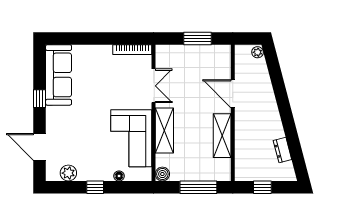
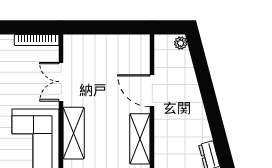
window: (197, 39) -> (112, 27), removed
double door: (154, 86) -> (61, 82), swing flipped

